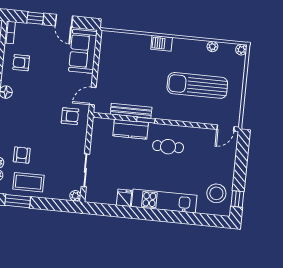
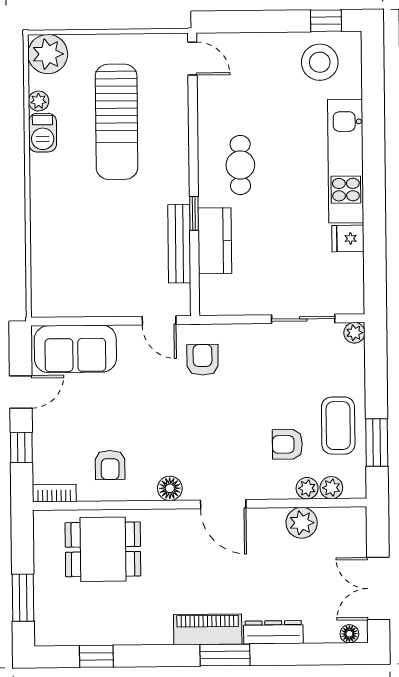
barbecue: (162, 43) -> (43, 133), moved
plant: (241, 50) -> (48, 54), width x1.88, depth x1.88

